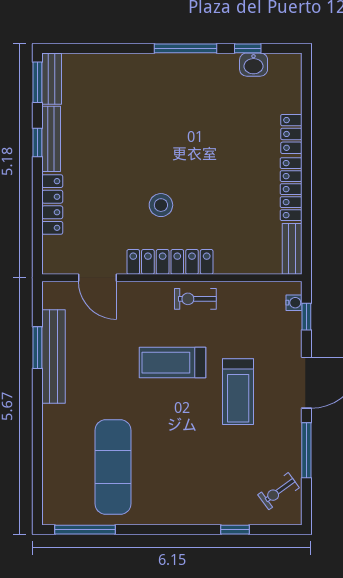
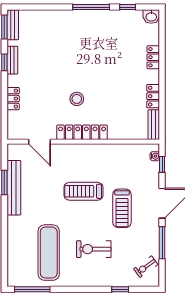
washbasin: (254, 65) -> (151, 17), moved
bench: (51, 139) -> (12, 60), width x0.73
locker: (291, 189) -> (153, 96), width x0.66
locker: (52, 204) -> (13, 99), width x0.66
exercise bike: (195, 299) -> (94, 249), moved, width x1.38, depth x1.39

